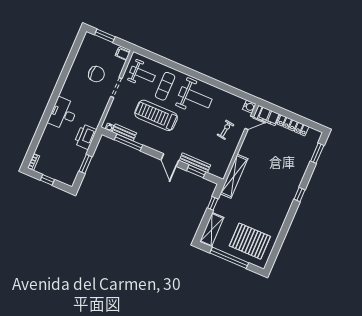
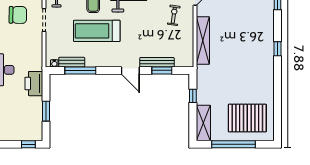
shelving: (234, 176) -> (203, 41), moved
window: (47, 180) -> (28, 144), moved

